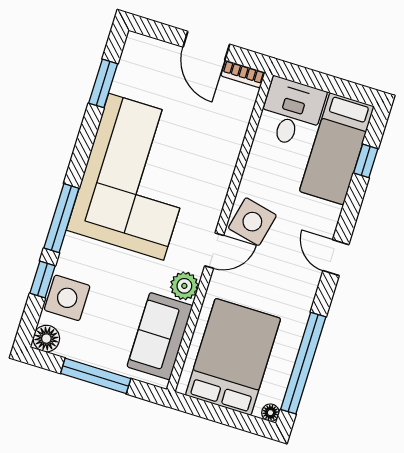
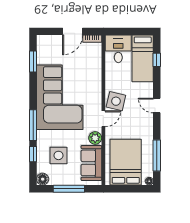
door: (206, 46) -> (73, 31), hinge flipped
side table: (67, 298) -> (58, 155), moved
window: (303, 363) -> (157, 155), width x0.68

